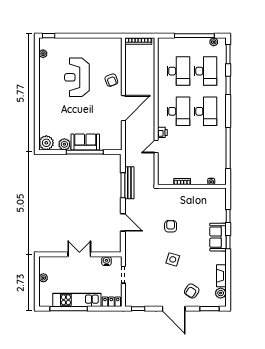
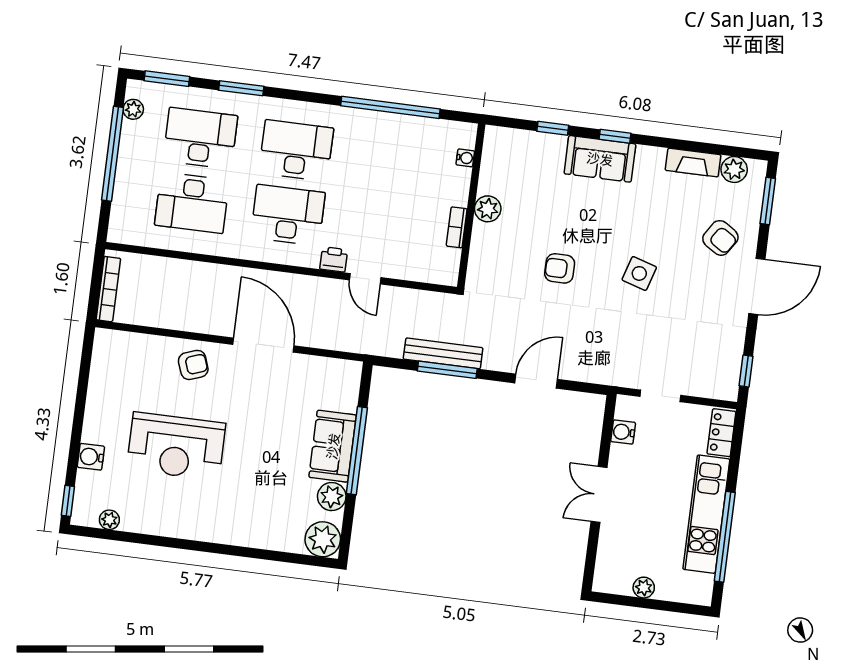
water cooler: (68, 43) -> (91, 457), added
desk: (178, 71) -> (192, 203), turned 180
plant: (191, 193) -> (488, 209), added

